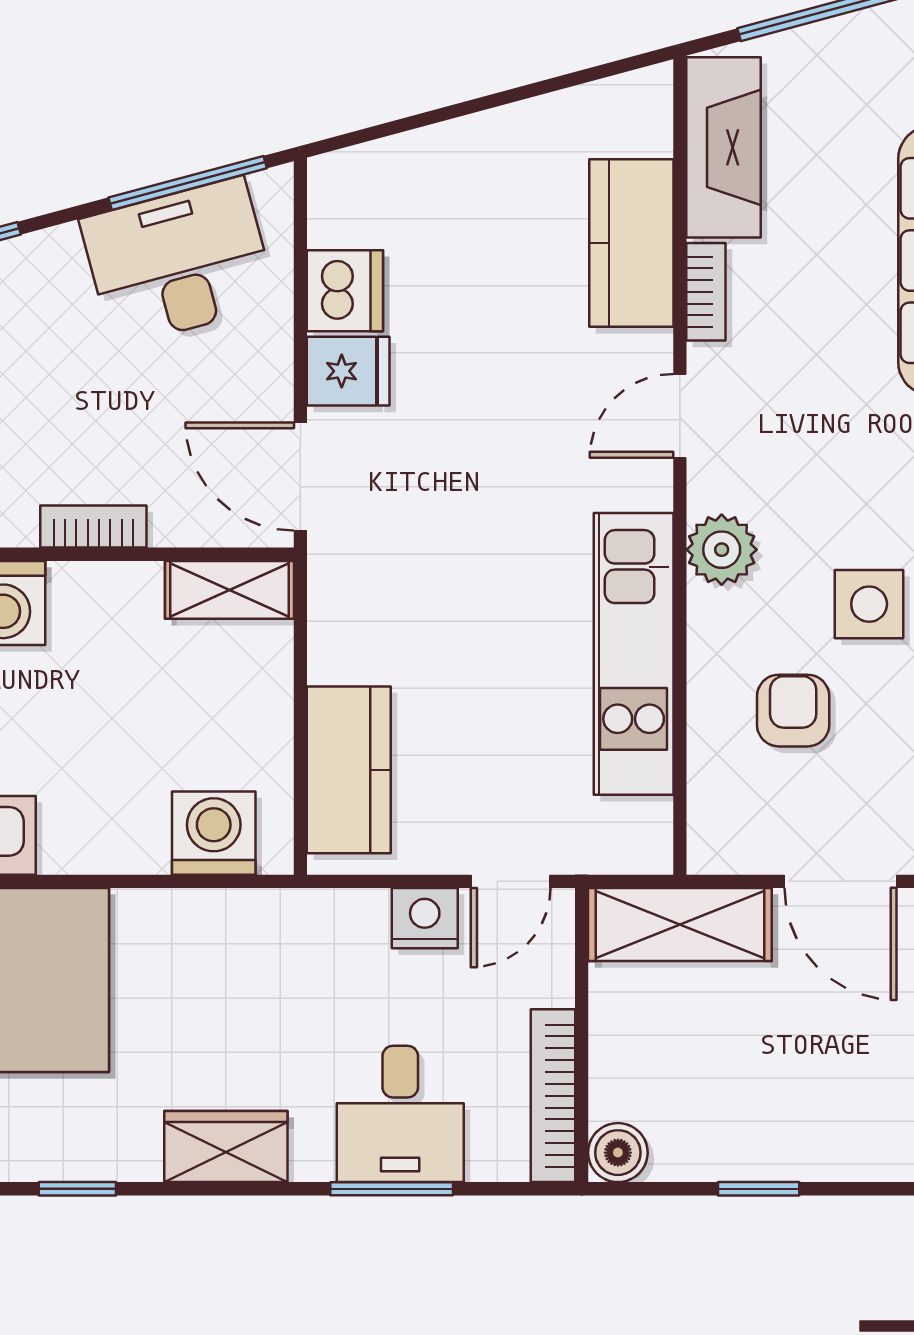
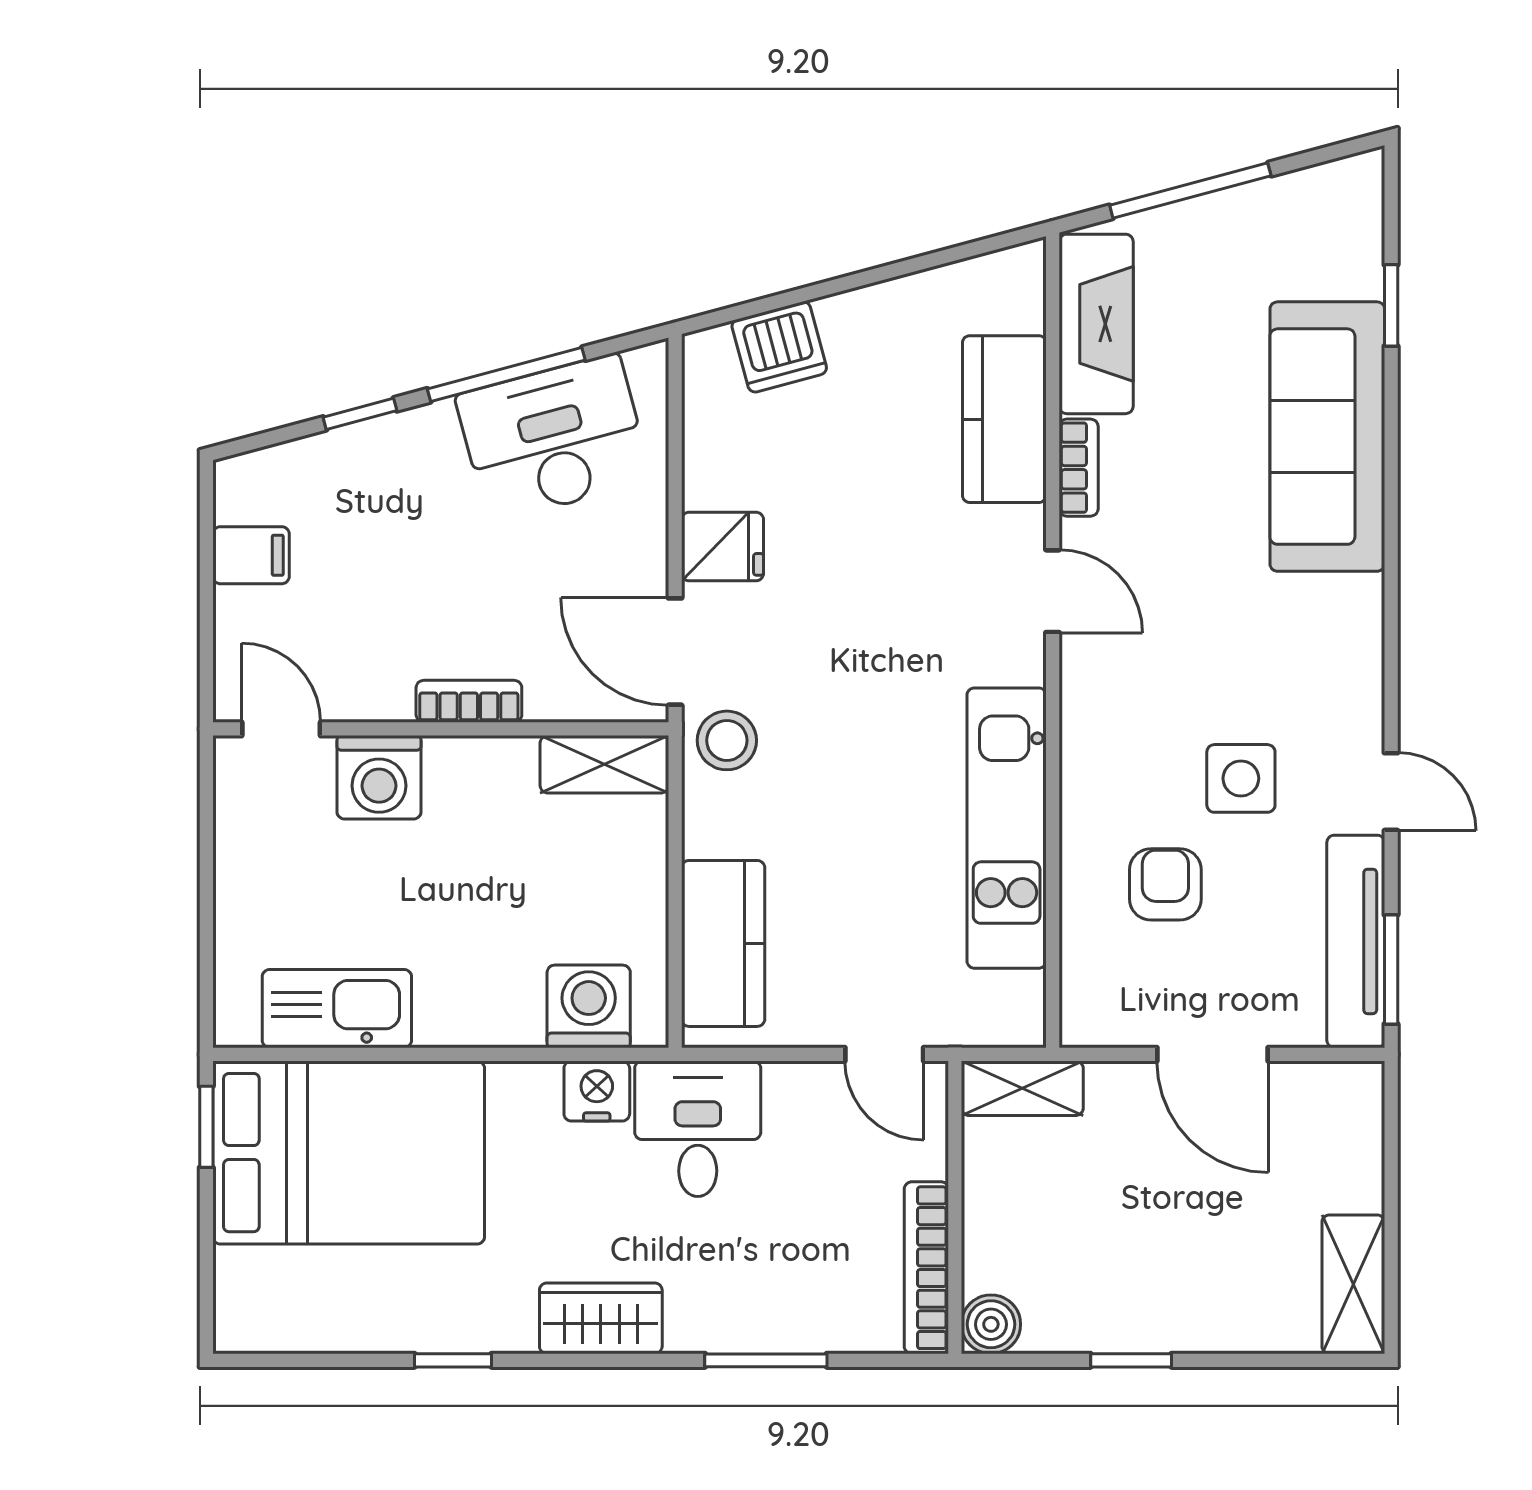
window: (188, 183) -> (506, 375), moved
dishwasher: (345, 291) -> (779, 347), moved, turned 75
door: (680, 416) -> (1053, 591), swing flipped
plant: (722, 550) -> (1094, 724), removed
stool: (353, 566) -> (727, 740), added
door: (511, 881) -> (884, 1054), hinge flipped
nightstand: (425, 918) -> (597, 1091), moved
shelving: (680, 925) -> (1022, 1088), width x0.67, depth x0.75
desk: (400, 1114) -> (698, 1129), moved, turned 180

